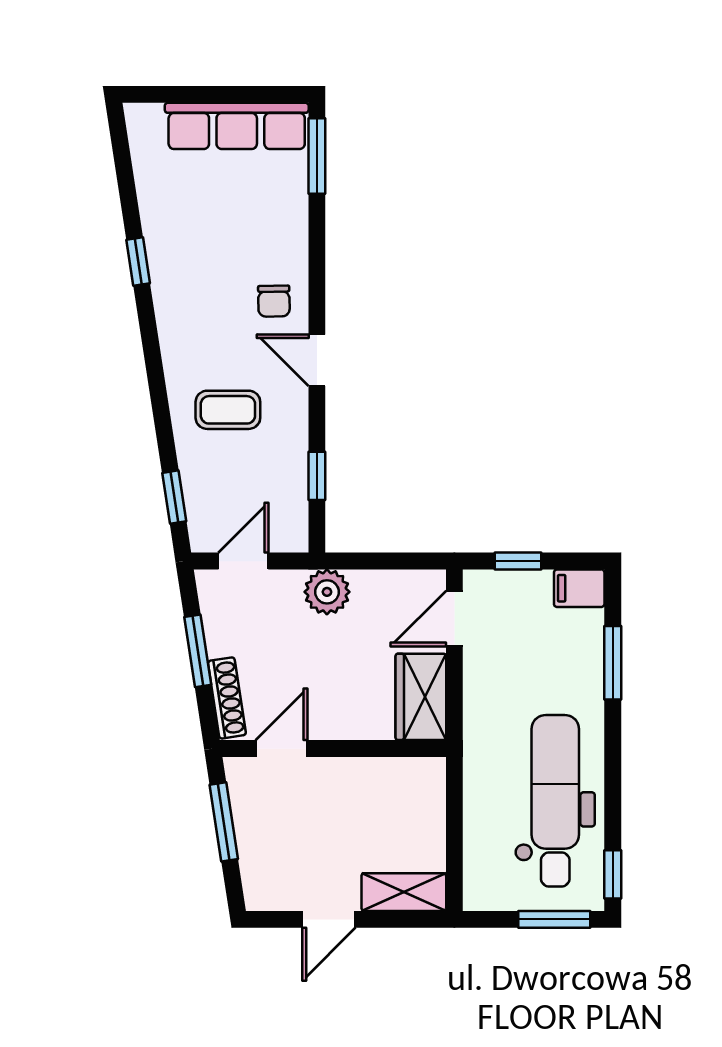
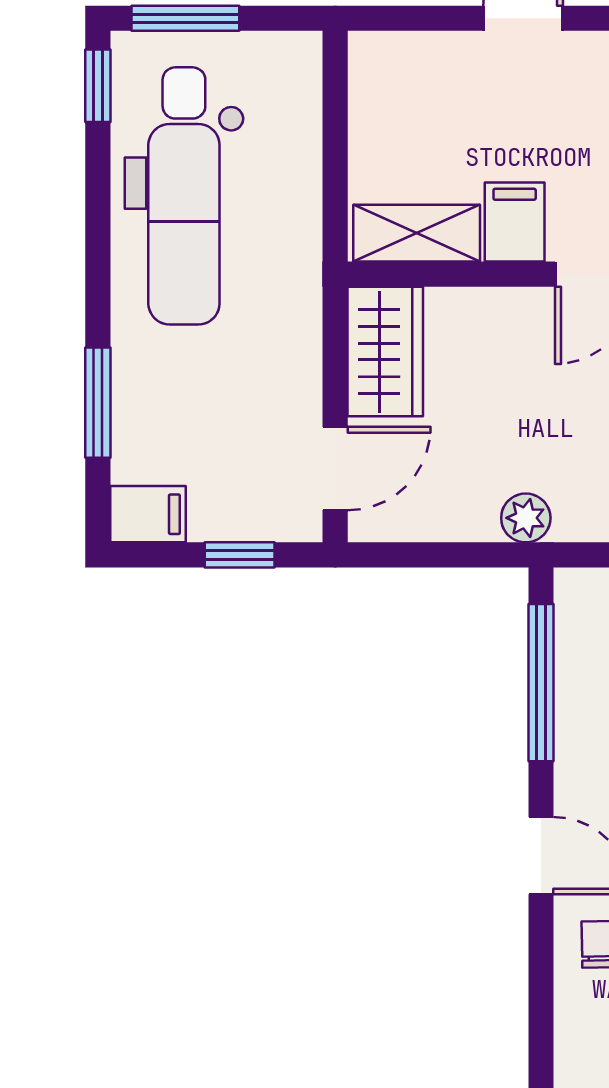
window: (317, 476) -> (541, 683), width x2.17
plant: (327, 592) -> (526, 518), width x0.73, depth x0.73
filing cabinet: (334, 783) -> (515, 222), added
shelving: (404, 892) -> (417, 233), moved

